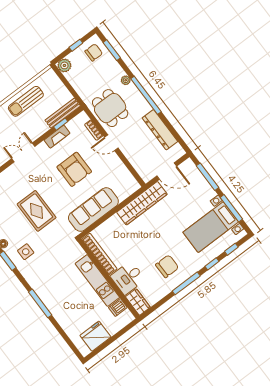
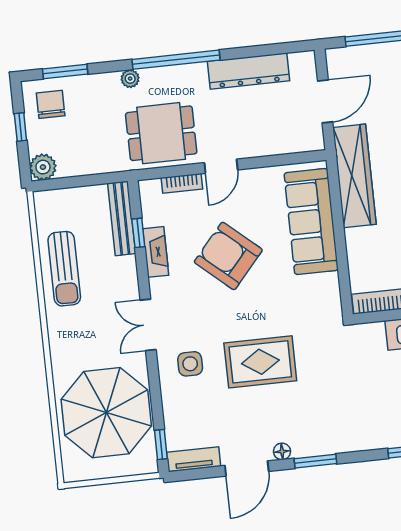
armchair: (74, 169) -> (228, 256), turned -139
sofa: (93, 210) -> (311, 222), moved
side table: (26, 252) -> (190, 364), moved

